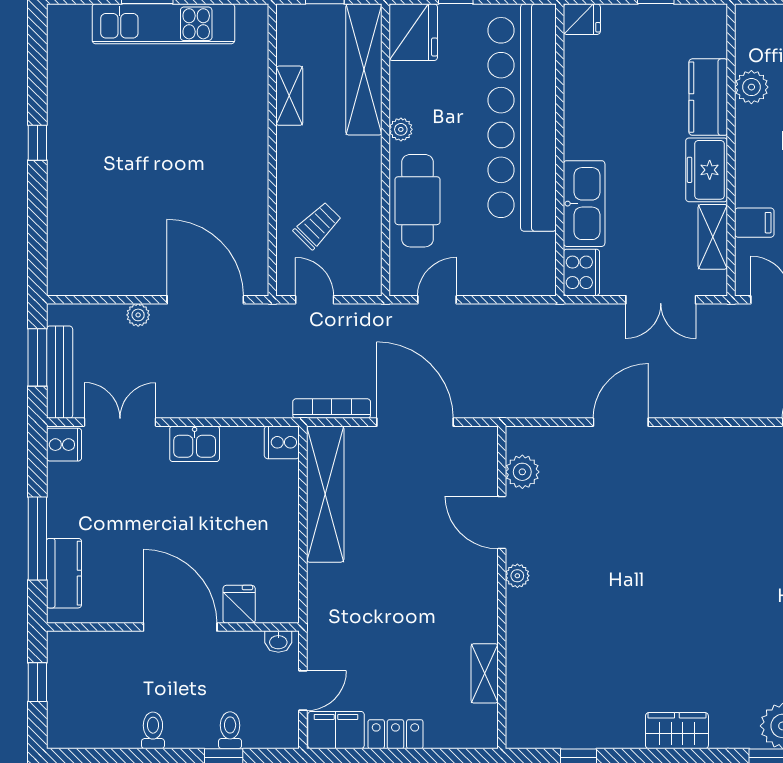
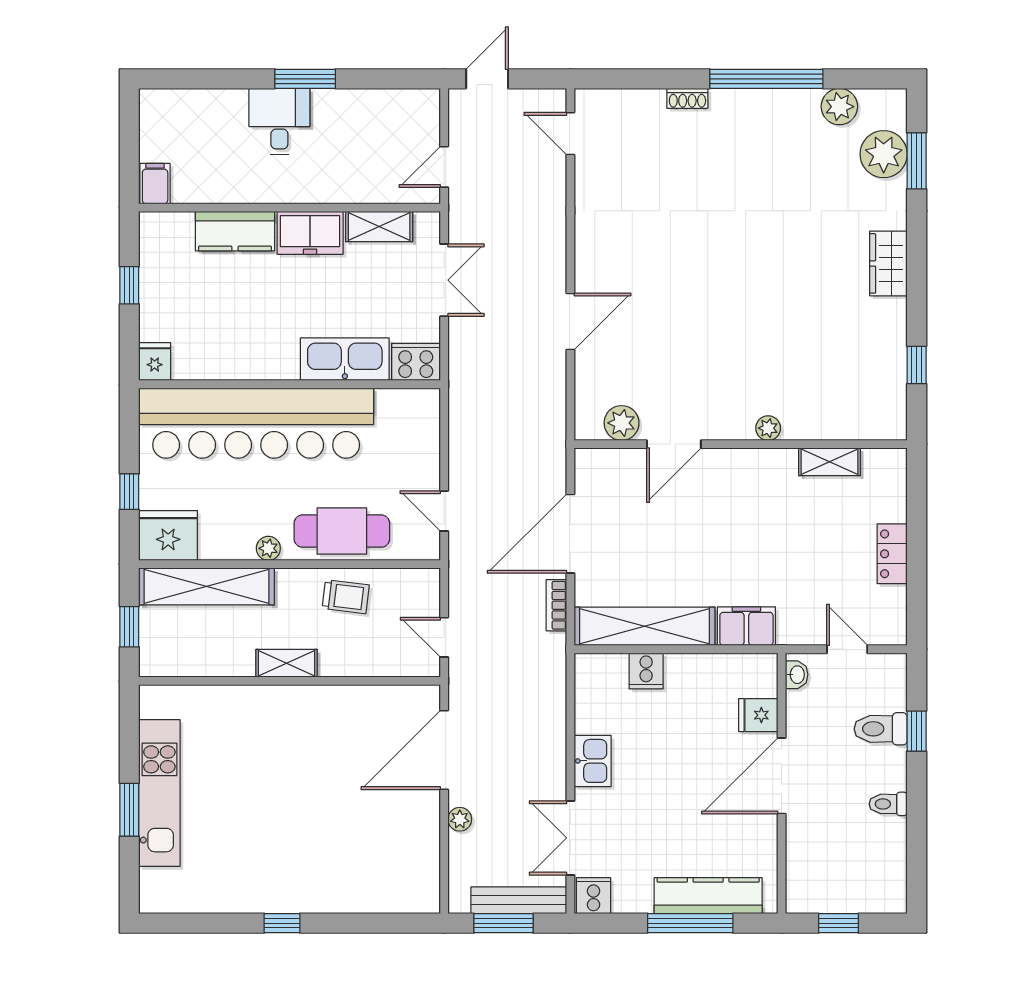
plant: (751, 87) -> (225, 187), removed
shelving: (289, 96) -> (287, 663), moved
filing cabinet: (754, 223) -> (155, 184), moved
trolley: (318, 225) -> (346, 597), moved, turned 142
door: (315, 300) -> (444, 637), hinge flipped
bookcase: (332, 409) -> (556, 605), width x0.64
door: (621, 422) -> (570, 321), swing flipped
cooker: (282, 442) -> (646, 671), moved
kitchen counter: (64, 573) -> (708, 896), width x1.50
plant: (517, 576) -> (768, 428), moved
toilet: (230, 730) -> (881, 729), width x1.37, depth x1.39
filing cabinet: (336, 730) -> (746, 626), moved, turned 90

